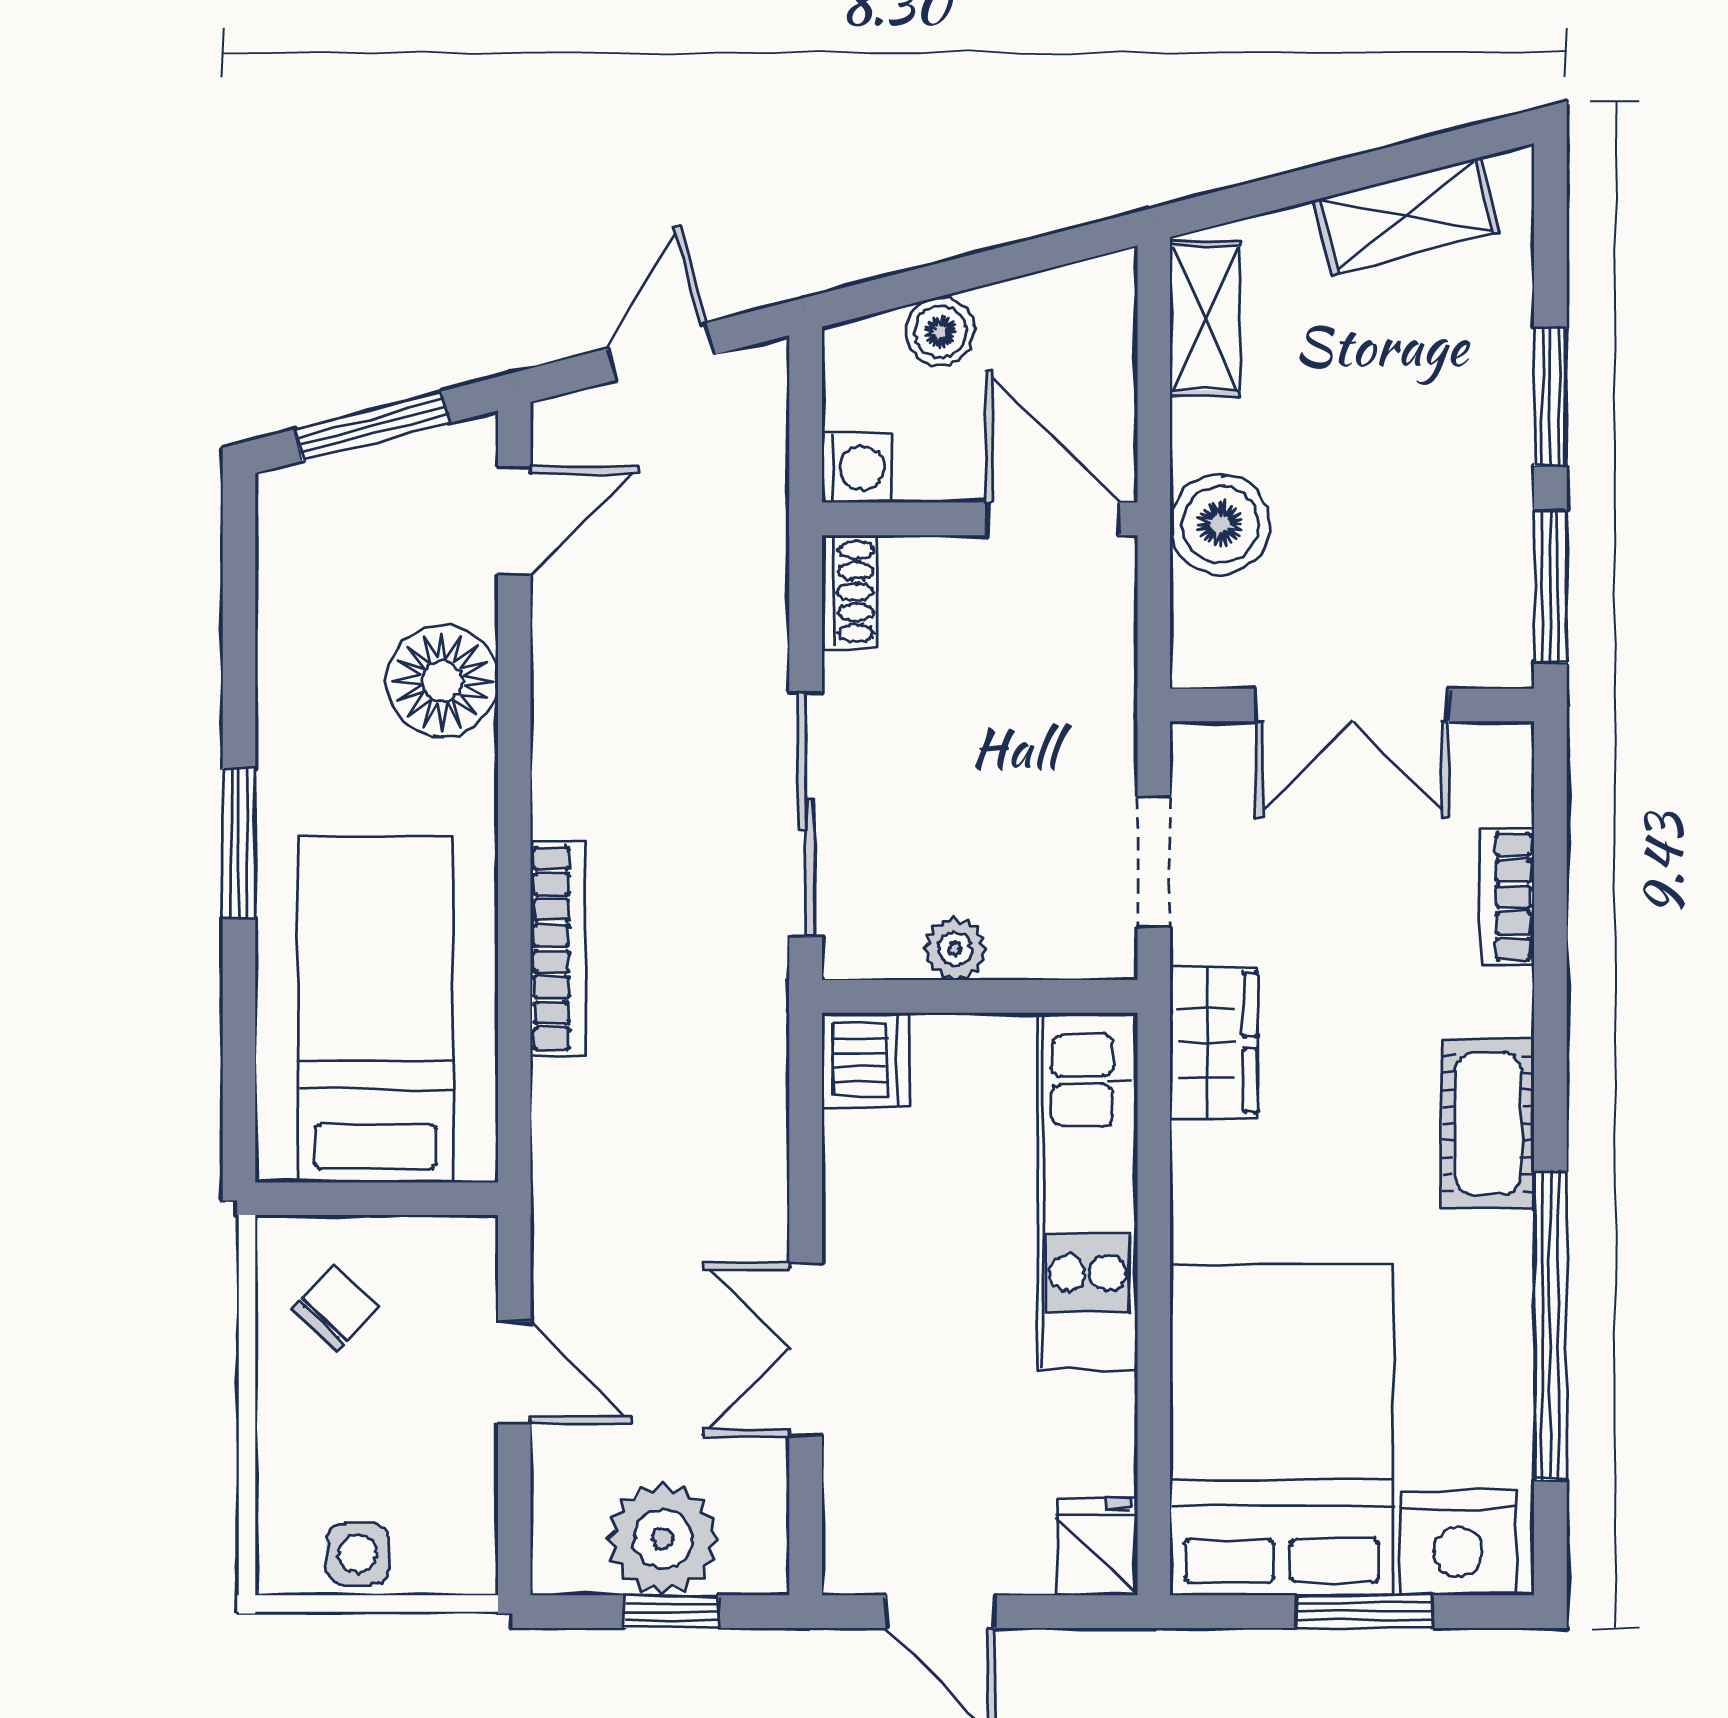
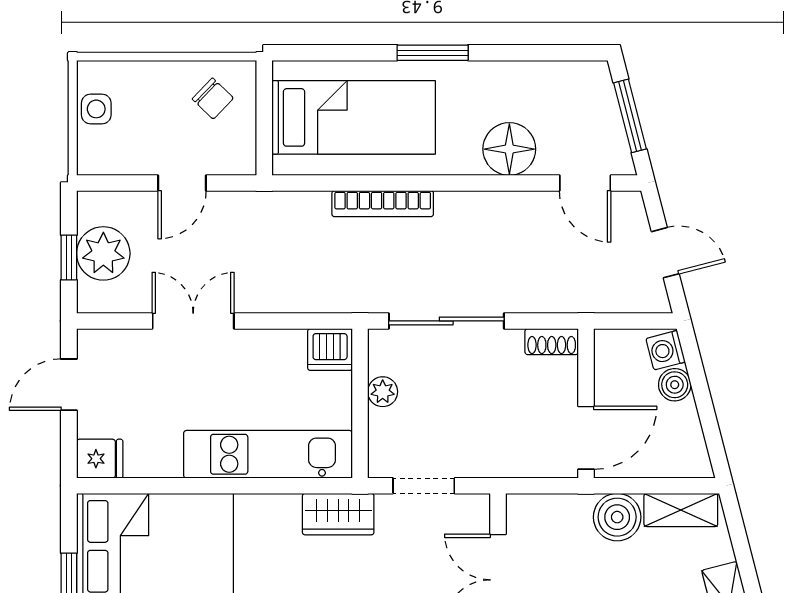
washing machine: (856, 468) -> (666, 350), moved, turned 76
boiler: (1220, 524) -> (617, 517), moved

